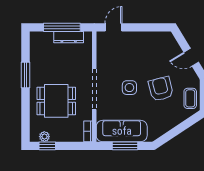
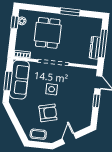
window: (138, 27) -> (96, 101), added

